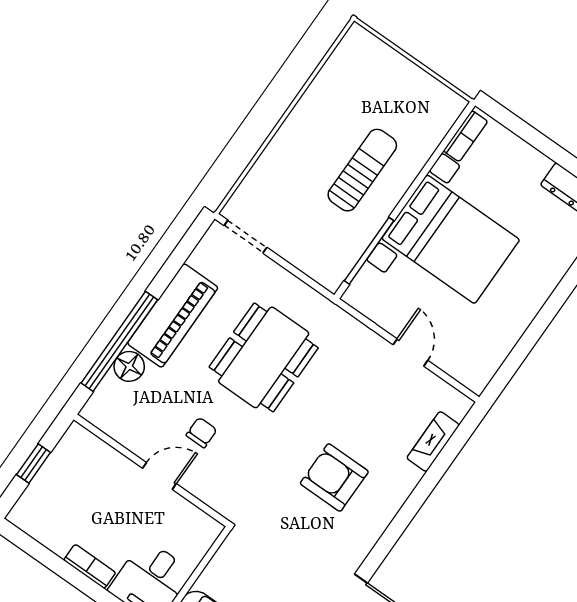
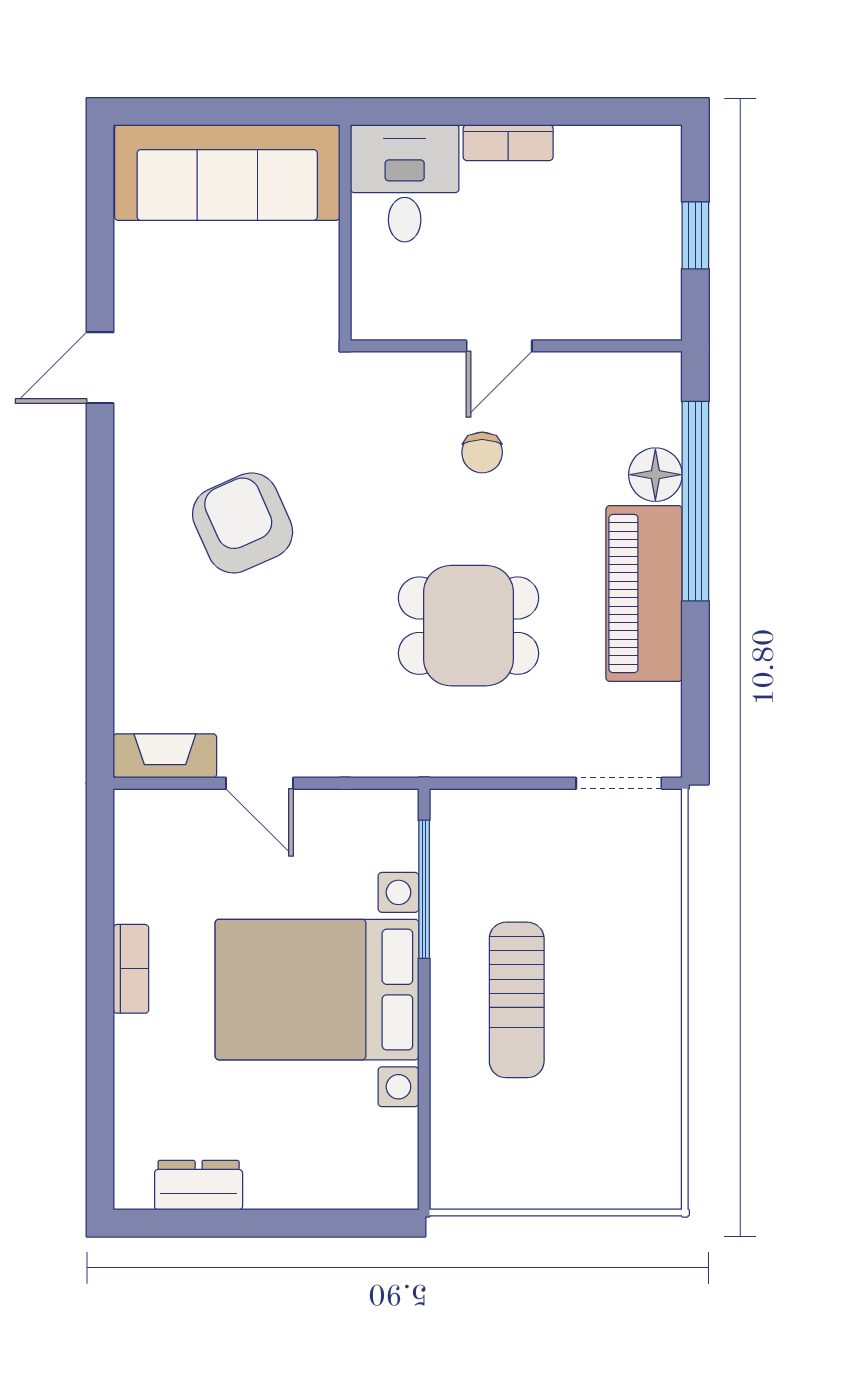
bookcase: (466, 136) -> (131, 969), moved, turned 180
dining table: (264, 357) -> (468, 626), width x0.73
fireplace: (433, 442) -> (165, 756), moved, turned -90
armchair: (334, 477) -> (243, 523), turned -114

